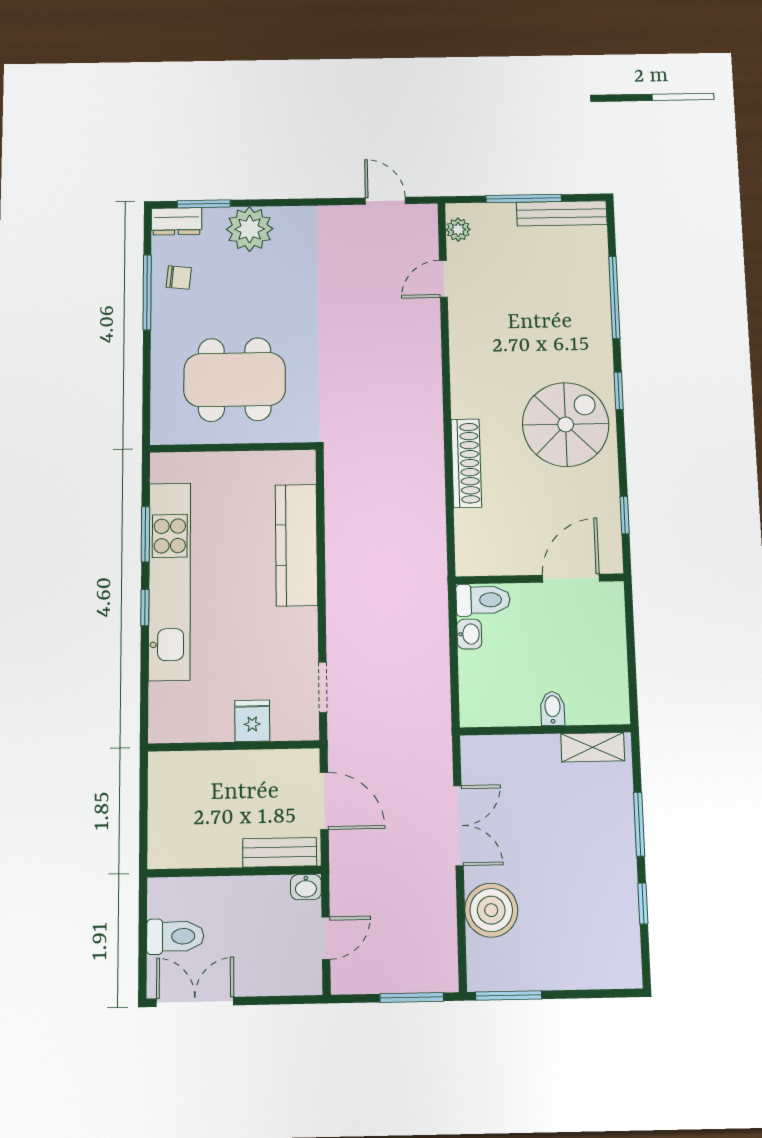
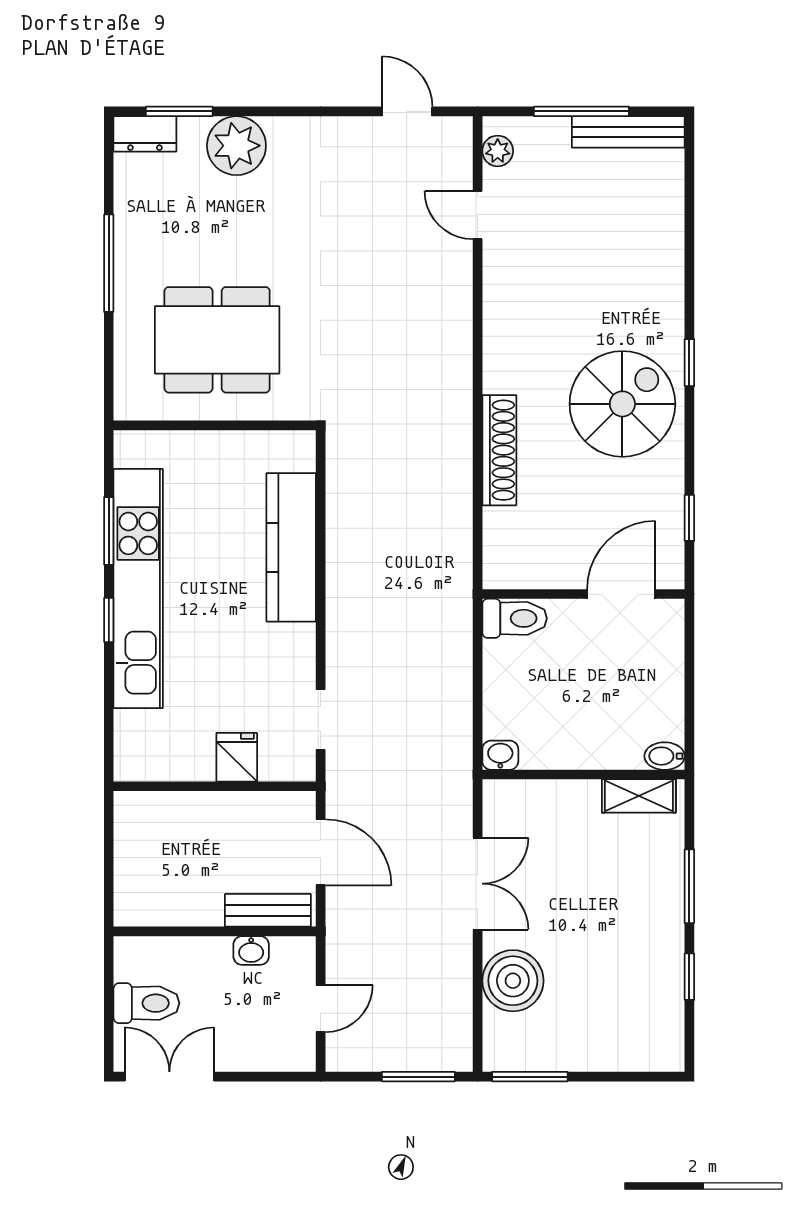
chair: (179, 277) -> (148, 207), removed
door: (443, 279) -> (478, 215), hinge flipped
window: (147, 292) -> (109, 263), moved
window: (614, 297) -> (689, 243), removed
washbasin: (469, 634) -> (500, 755), moved, turned -90
bidet: (553, 709) -> (665, 756), moved, turned -90
washbasin: (306, 887) -> (251, 950), moved

